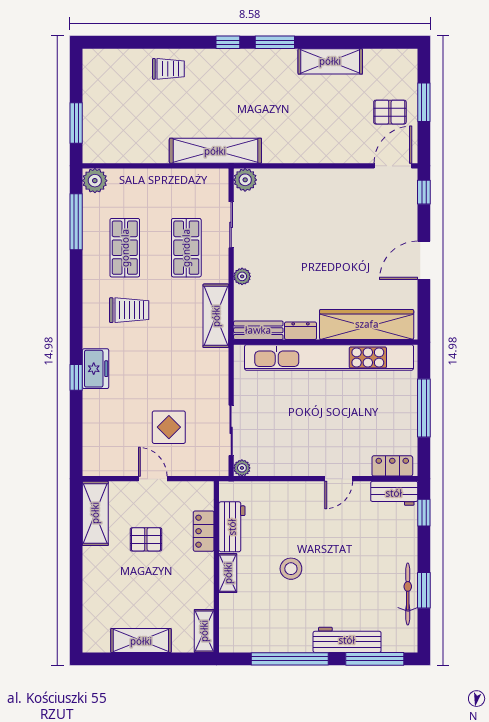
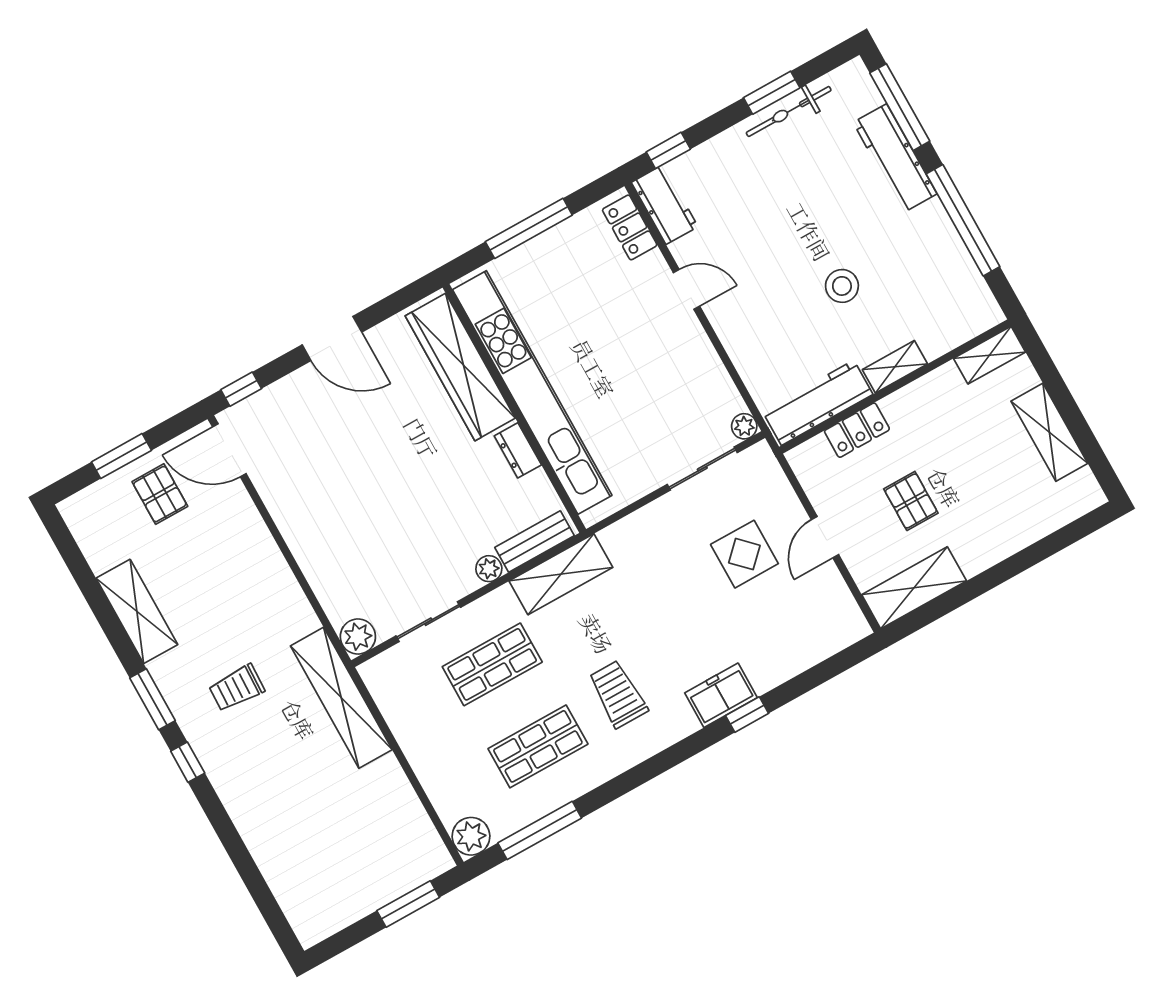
trolley: (168, 69) -> (237, 688), moved, turned -88
bench: (258, 330) -> (534, 541), moved, turned 90
workbench: (232, 527) -> (818, 403), width x1.38

